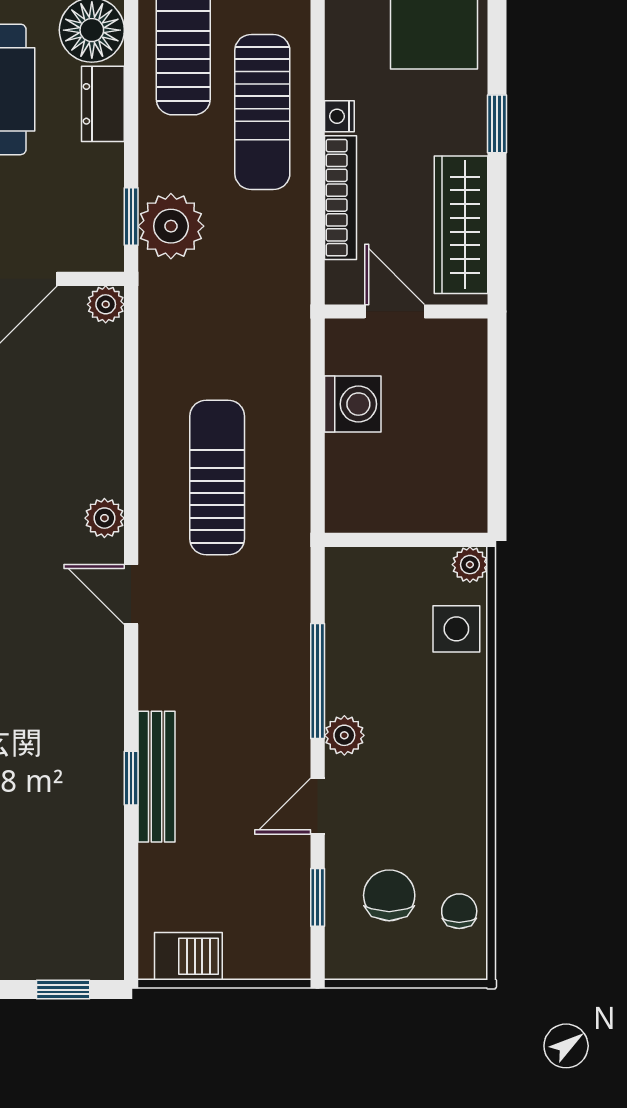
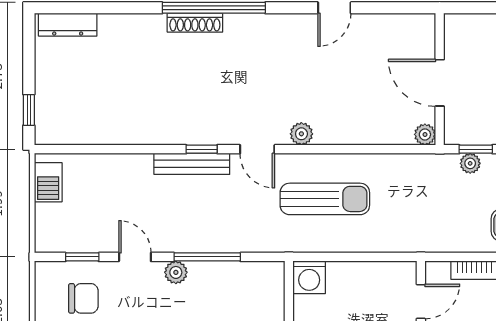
plant: (171, 226) -> (470, 163), width x0.53, depth x0.53
washing machine: (353, 404) -> (309, 277), moved
door: (131, 594) -> (257, 149), swing flipped
bench: (156, 777) -> (192, 164), moved
window: (131, 778) -> (202, 149), moved

